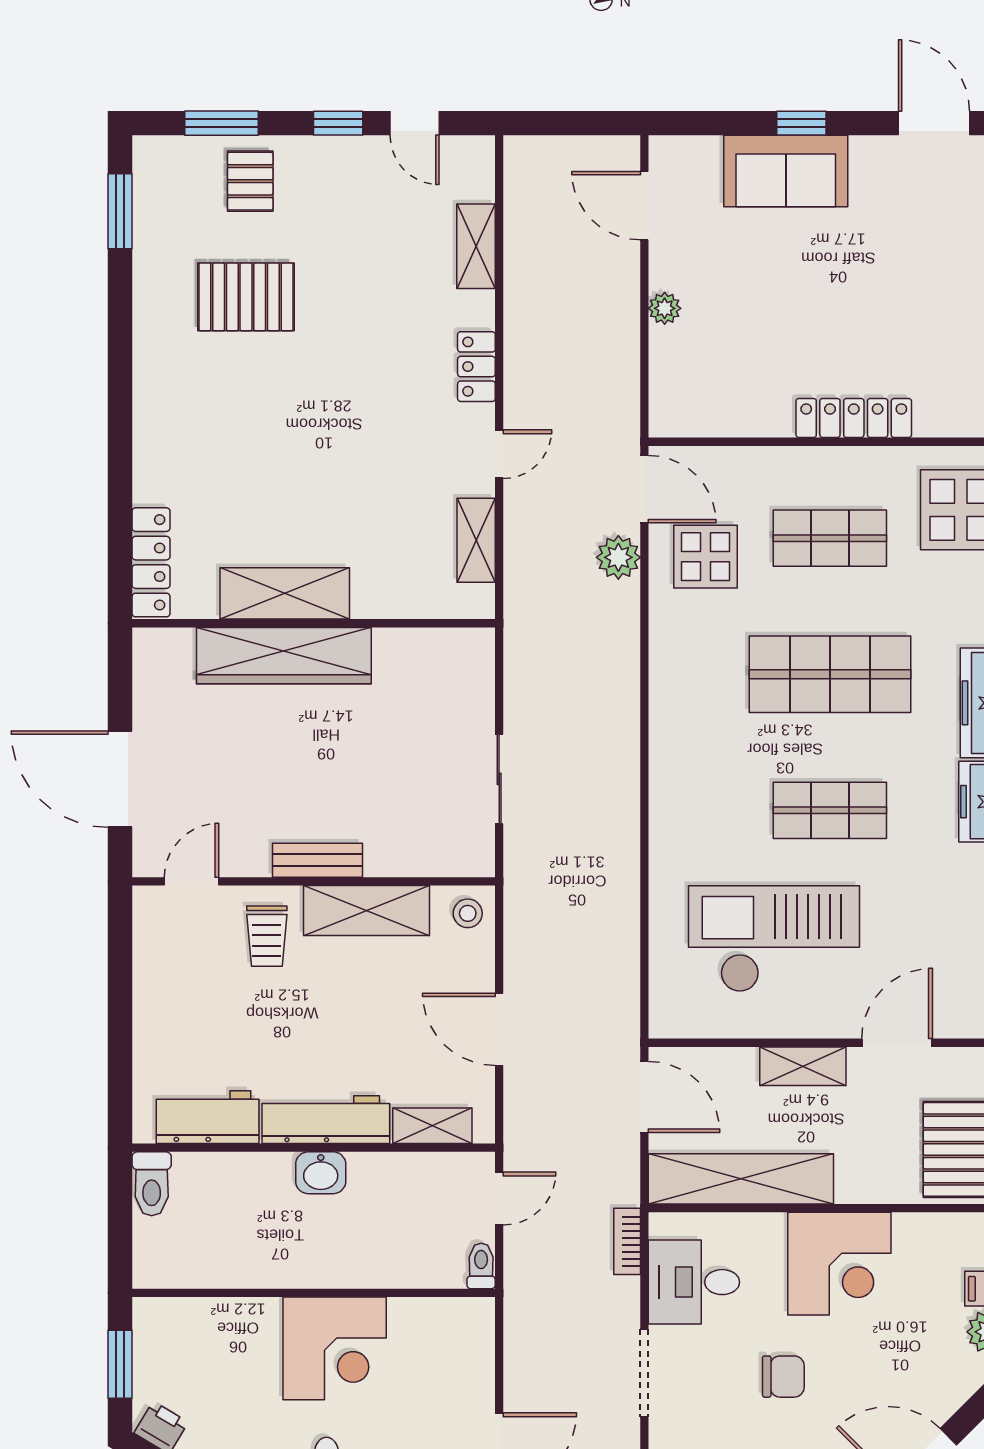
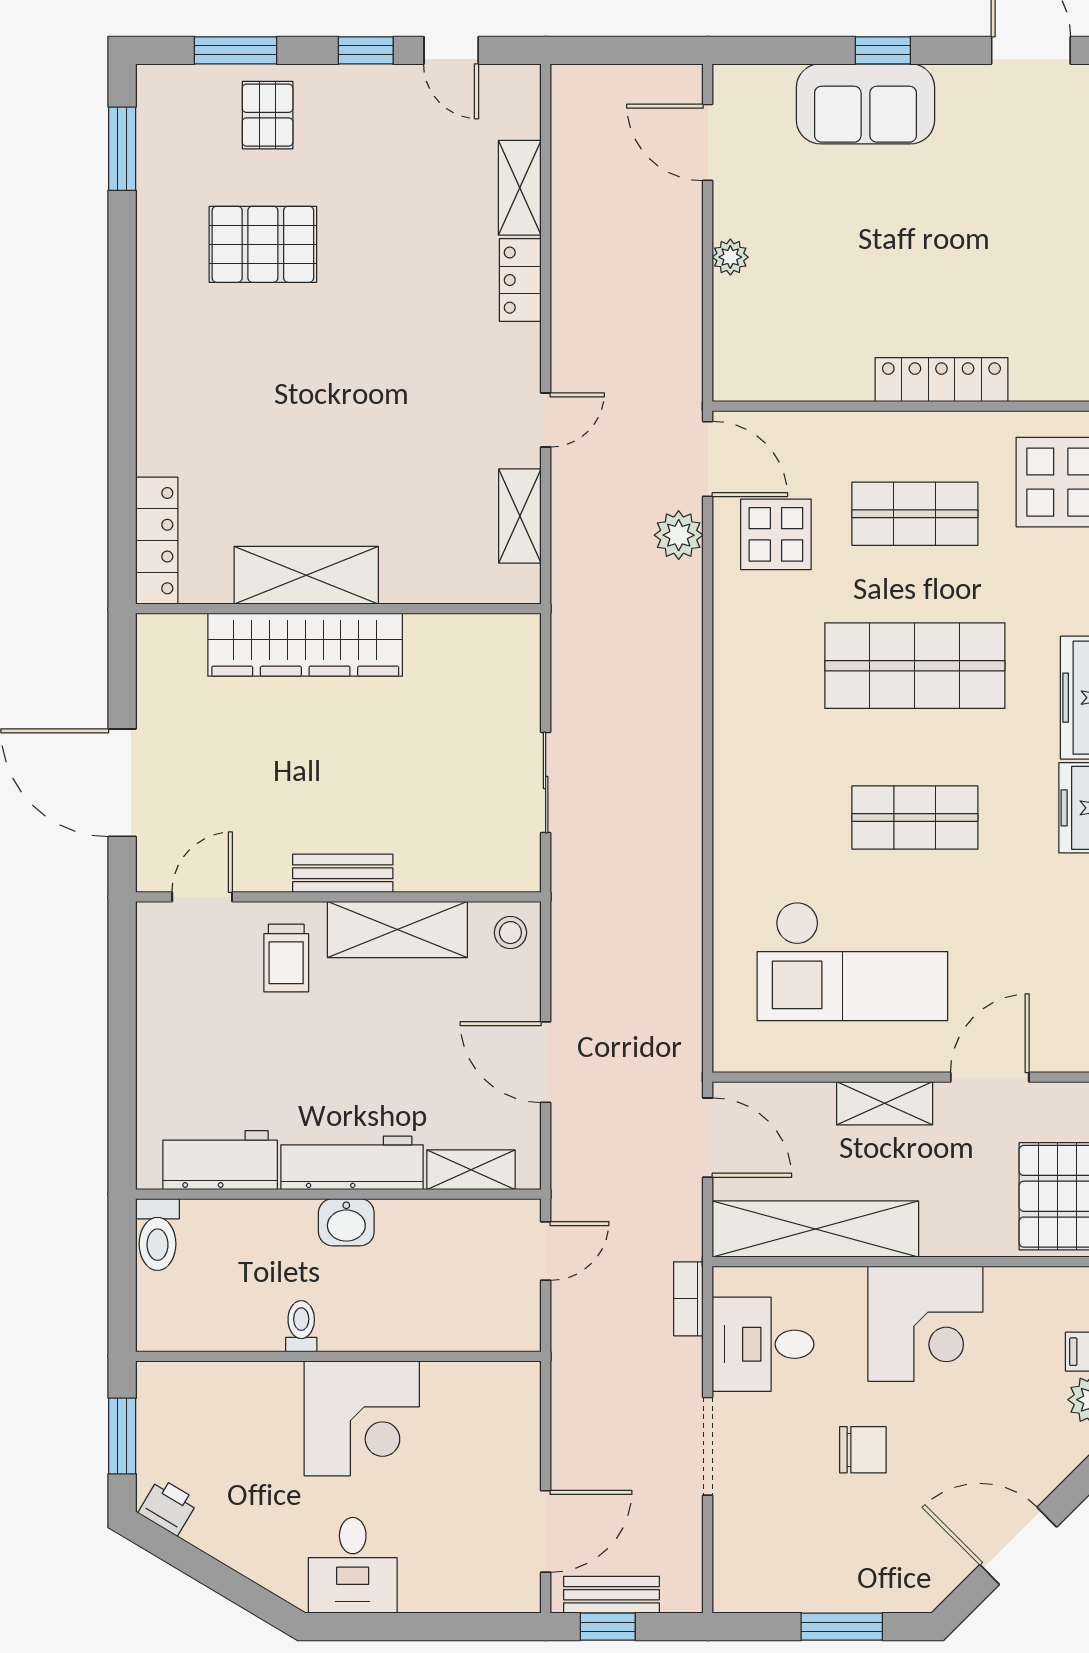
locker: (476, 367) -> (520, 280), moved
checkout: (774, 939) -> (852, 961), turned 180
toilet: (481, 1266) -> (301, 1326), moved

